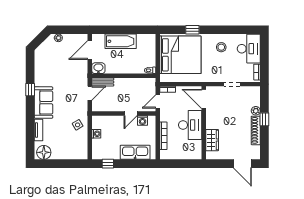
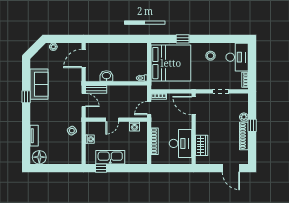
bathtub: (121, 41) -> (113, 50), removed
washbasin: (98, 68) -> (106, 76), moved
door: (90, 93) -> (84, 100), hinge flipped
sofa: (43, 103) -> (39, 84), moved
door: (131, 113) -> (112, 120), moved
desk: (190, 125) -> (180, 143), moved
kitchen sink: (135, 152) -> (110, 157), moved

